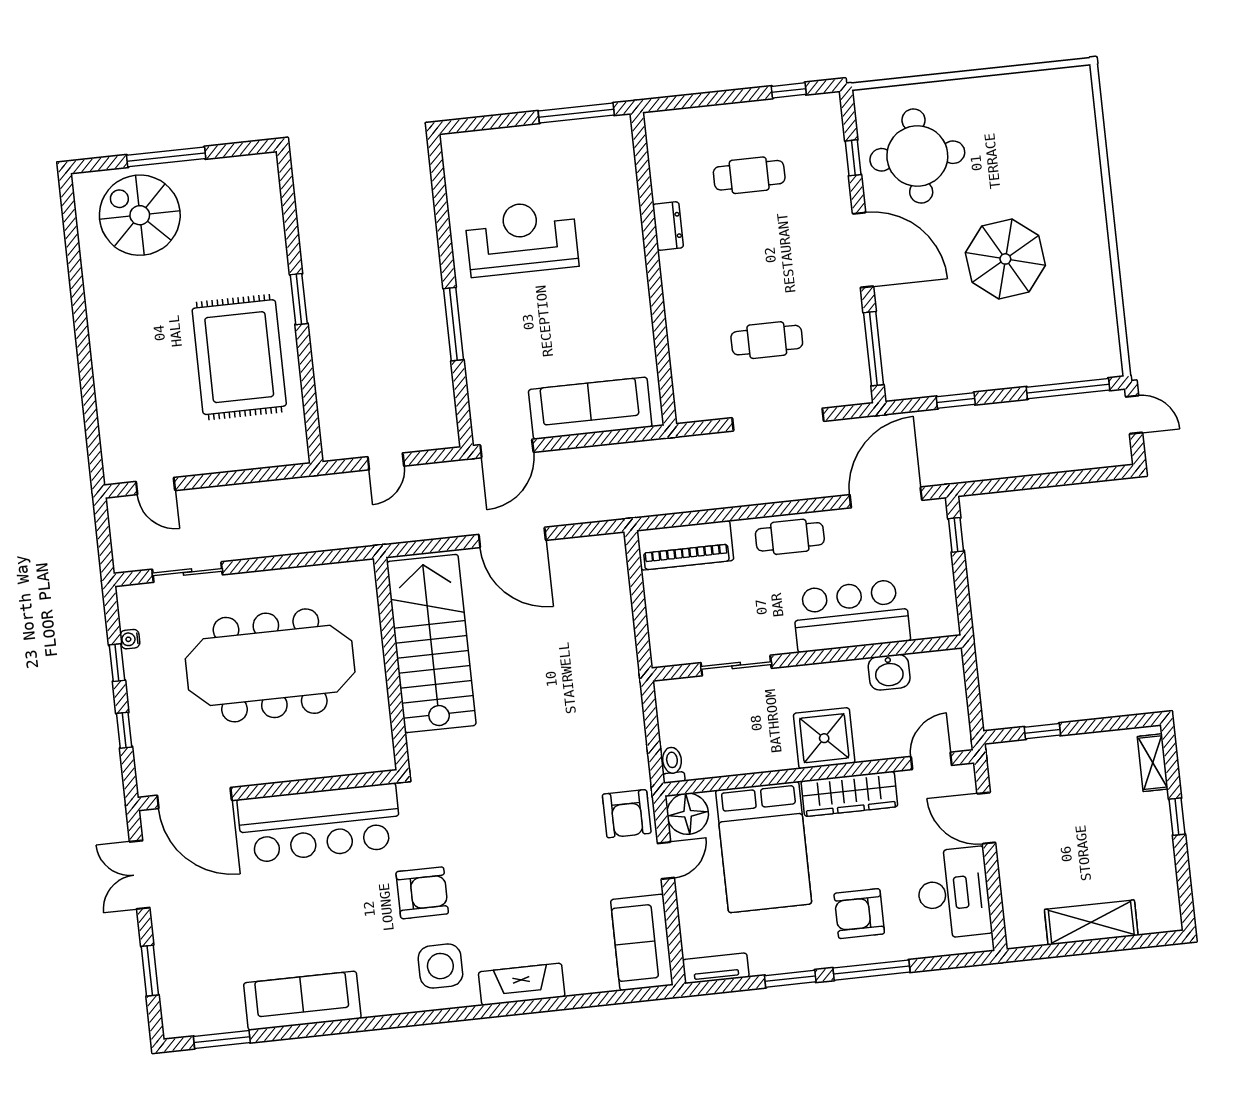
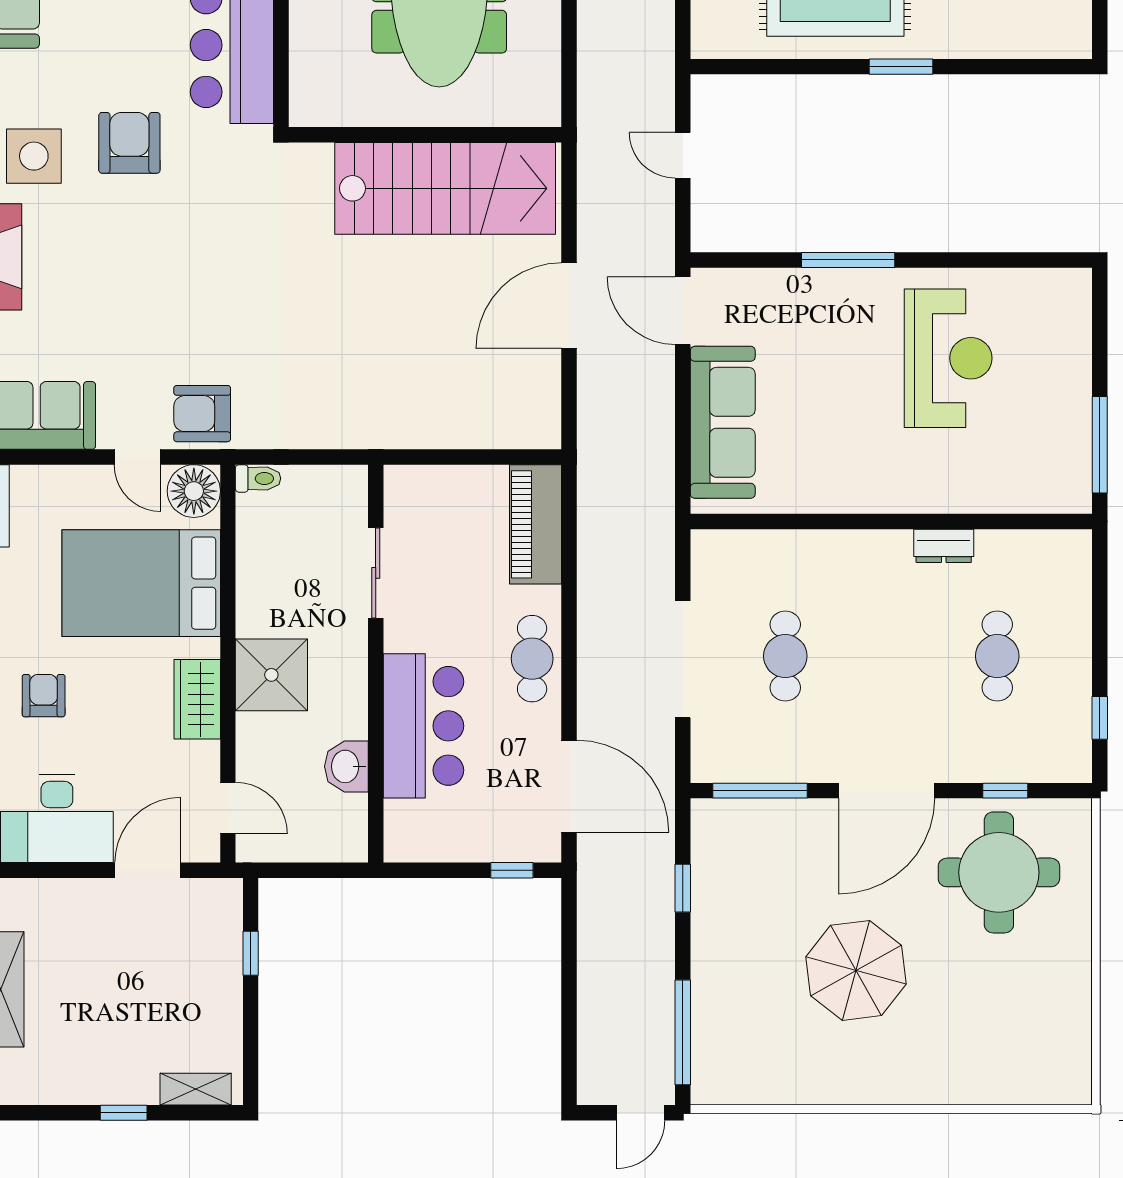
wardrobe: (849, 794) -> (197, 699), width x0.67
armchair: (422, 893) -> (129, 143), turned 180
armchair: (859, 914) -> (44, 696), width x0.72, depth x0.72

